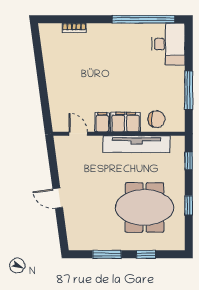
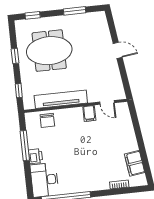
printer: (177, 75) -> (35, 156), added
chair: (157, 119) -> (47, 120), turned -90
filing cabinet: (126, 122) -> (135, 163), moved, turned 82
window: (146, 254) -> (33, 15), moved

